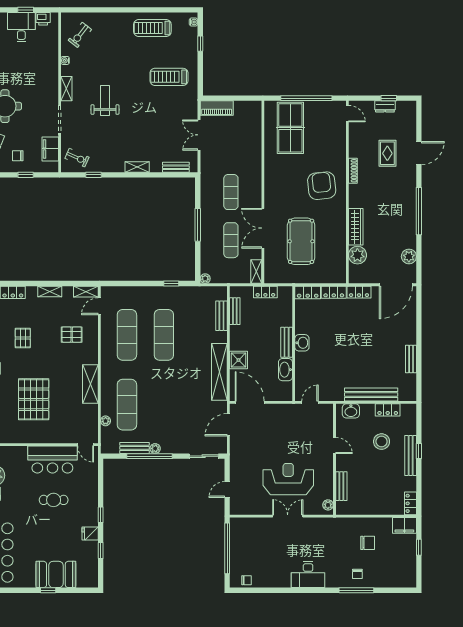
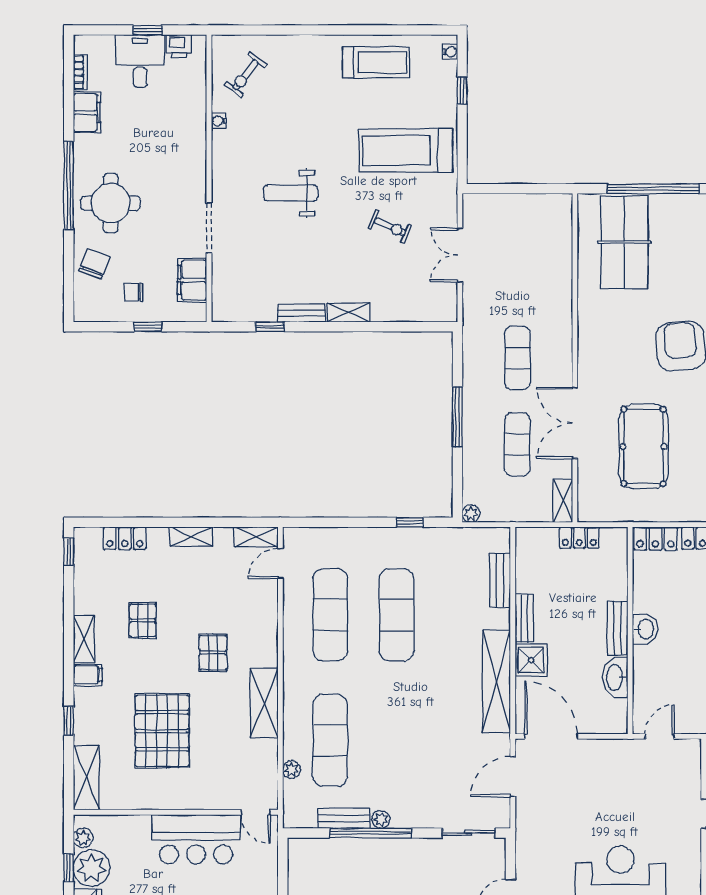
treadmill: (152, 28) -> (376, 62), turned 180
treadmill: (169, 77) -> (406, 150), width x1.37, depth x1.38
shelving: (66, 89) -> (221, 172), removed
weight bench: (105, 100) -> (291, 193), turned -90
piano: (217, 108) -> (492, 207), removed
exercise bike: (77, 158) -> (390, 227), moved
bench: (176, 167) -> (301, 313), moved
bench: (235, 311) -> (524, 618), moved
pallet: (72, 335) -> (213, 653), moved, turned 90

